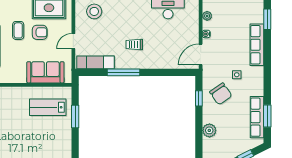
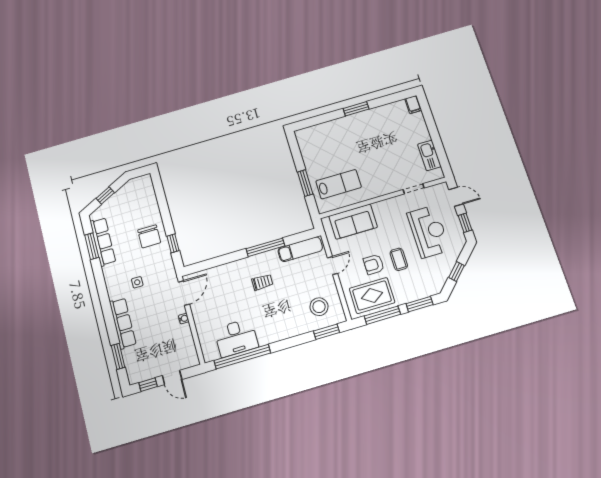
plant: (207, 16) -> (188, 340), removed
chair: (221, 94) -> (149, 236), moved, turned -145
plant: (209, 130) -> (152, 212), removed

